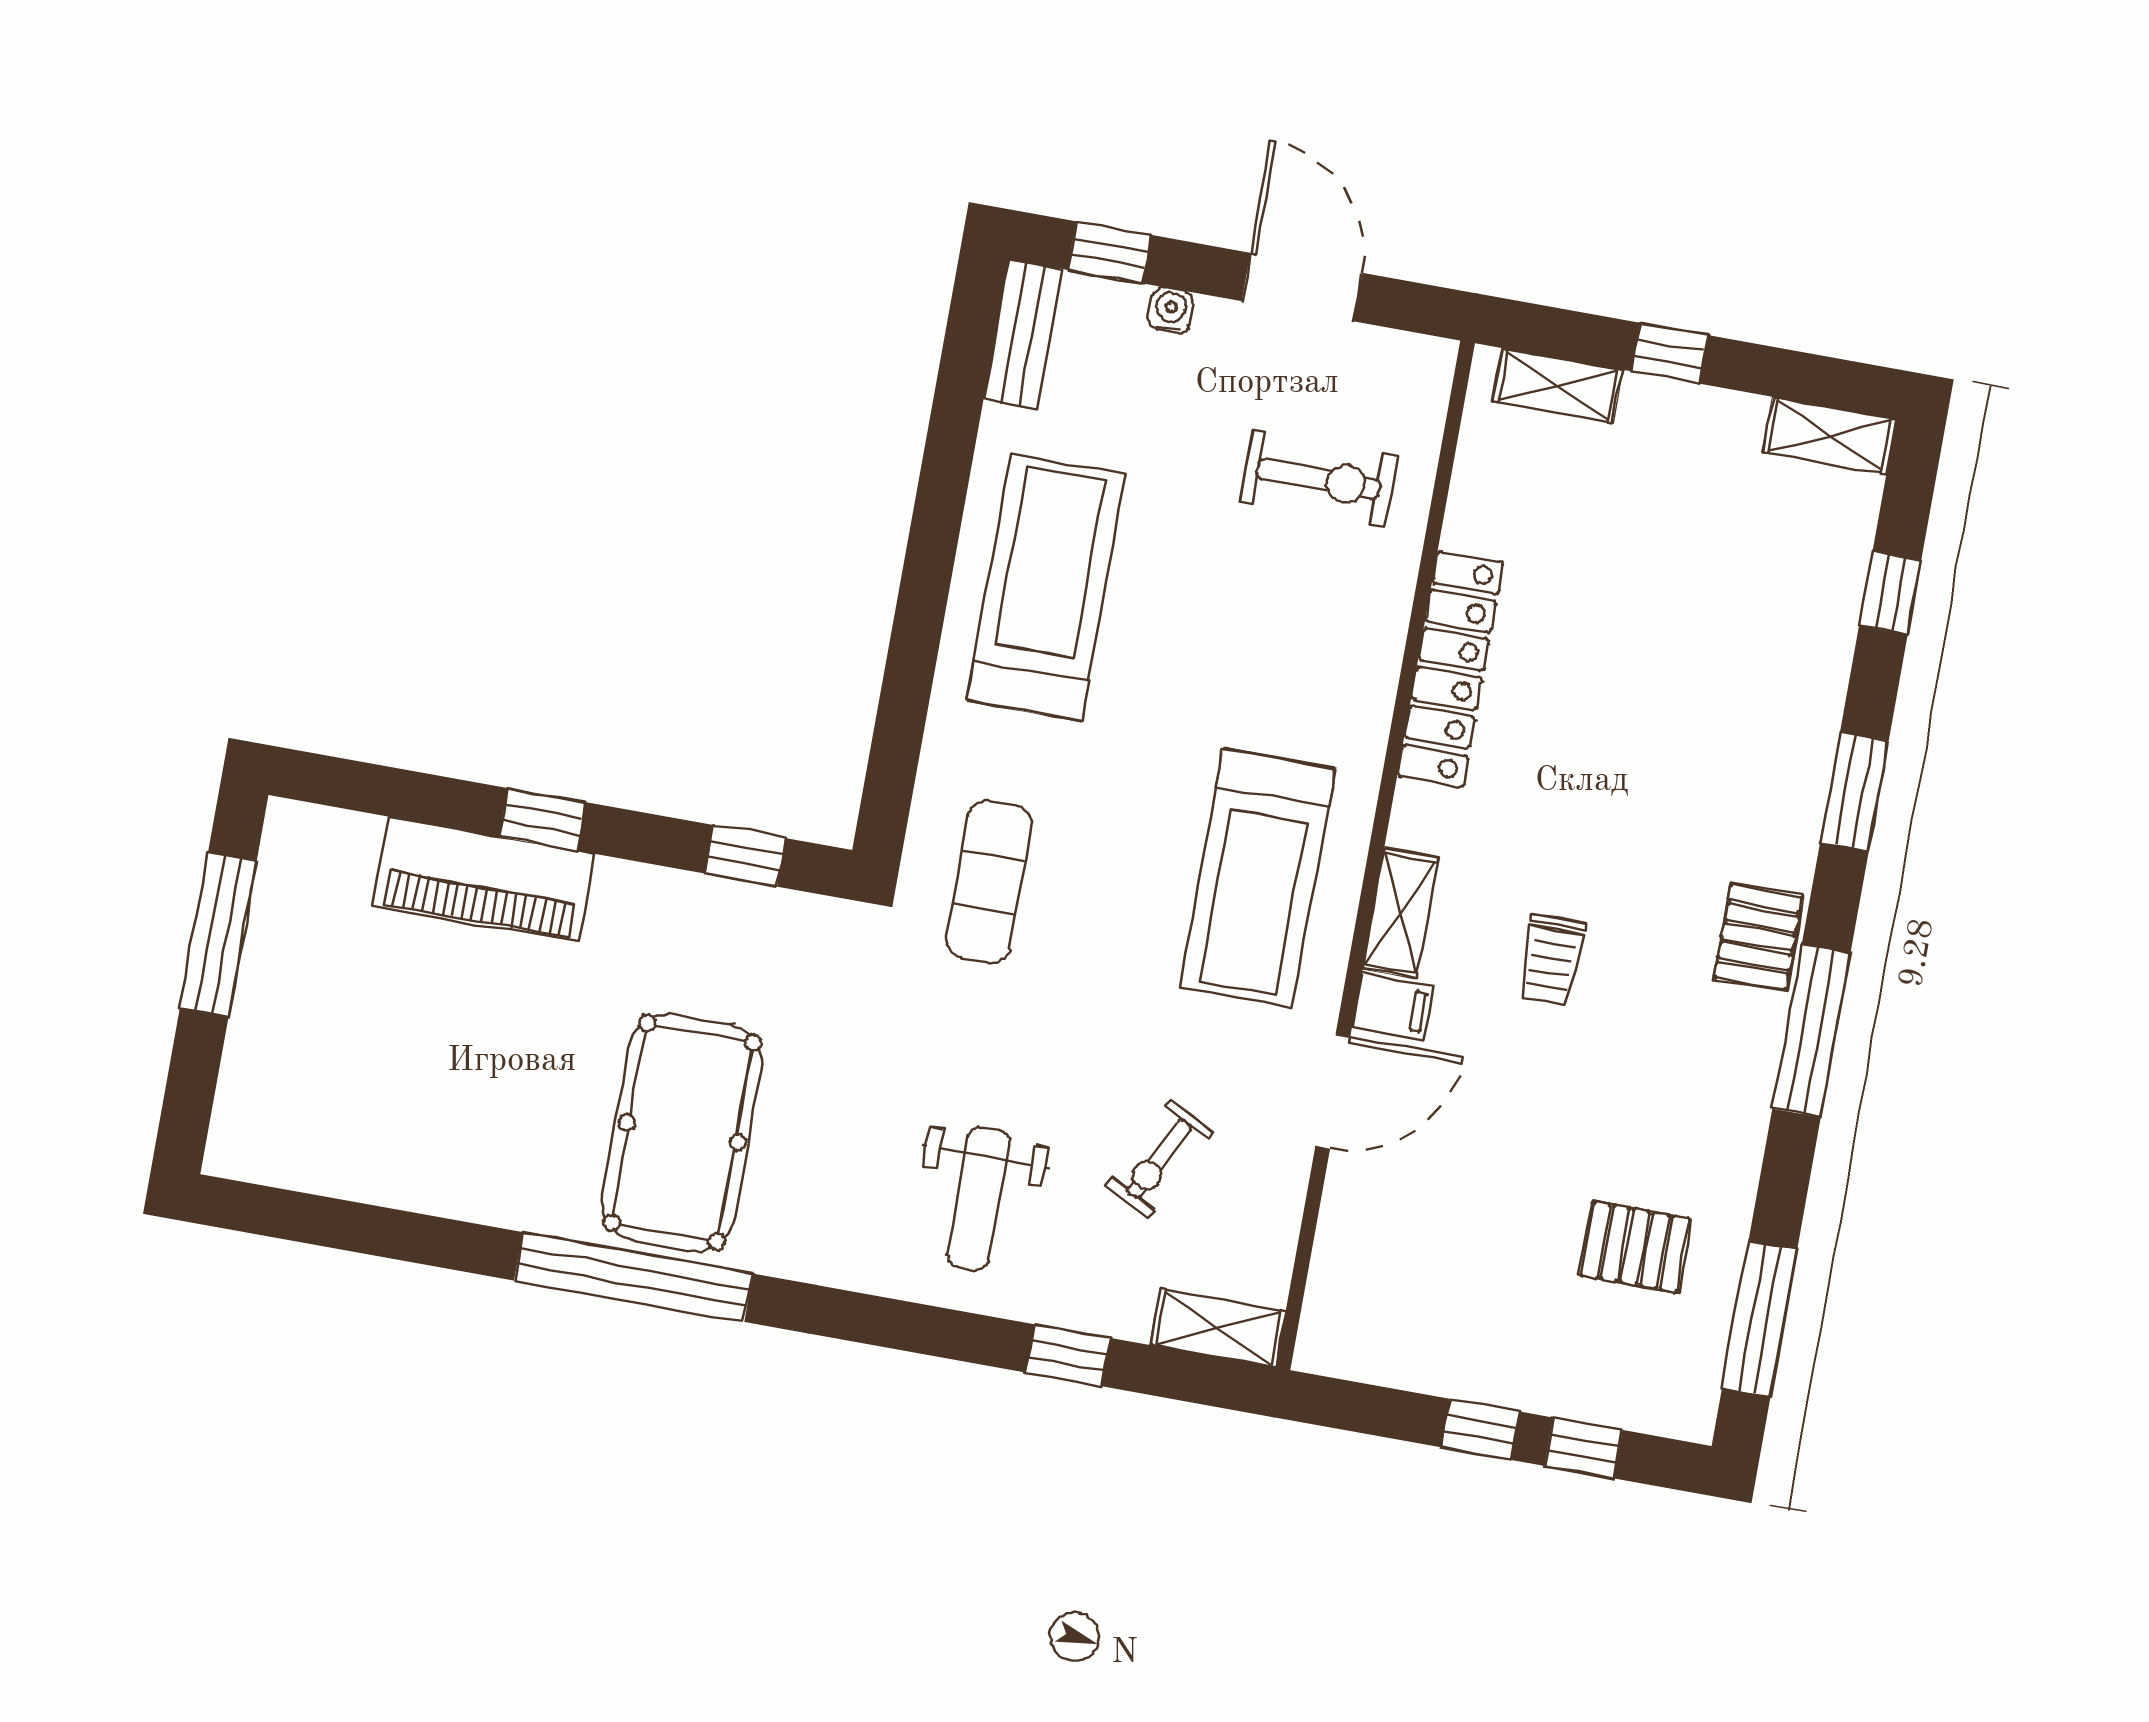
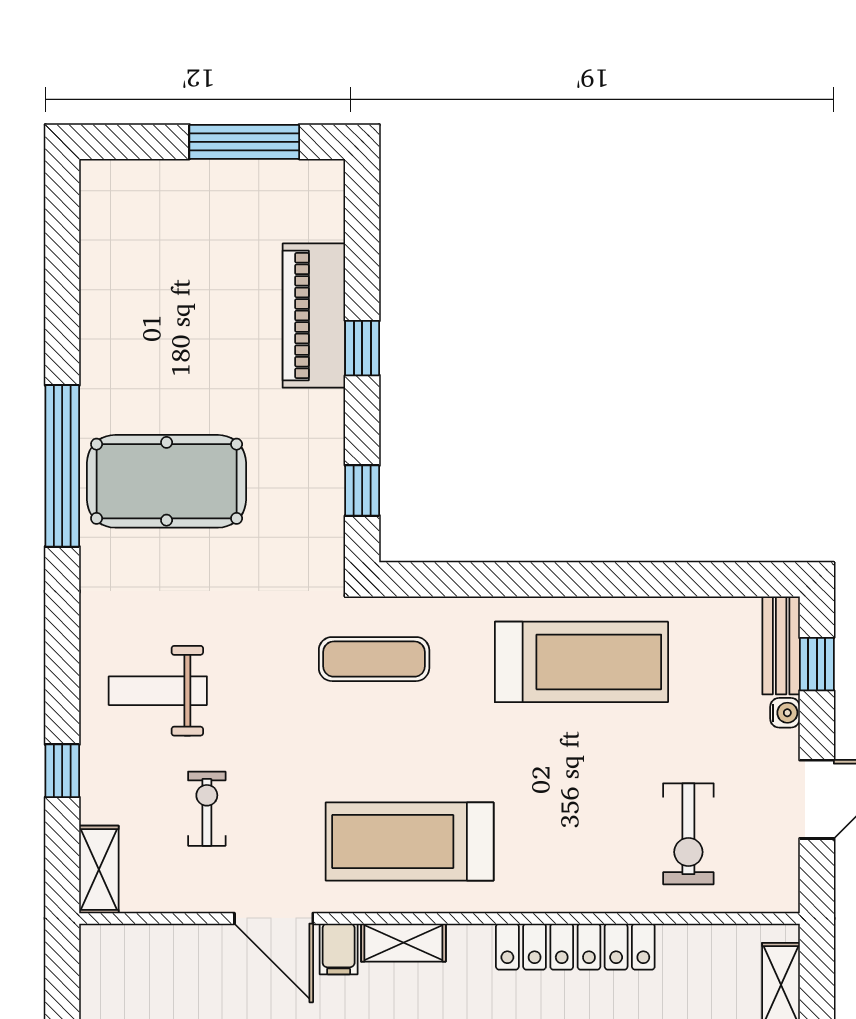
bench: (1023, 334) -> (781, 645), moved, turned 90
exercise bike: (1159, 1159) -> (207, 809), turned 63

